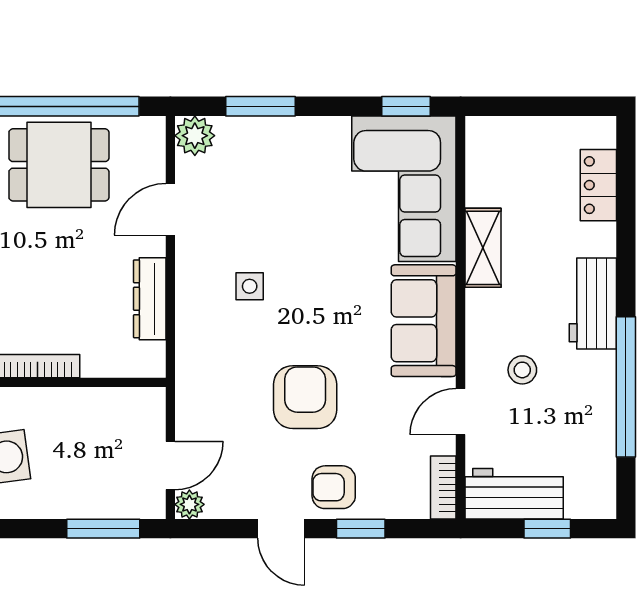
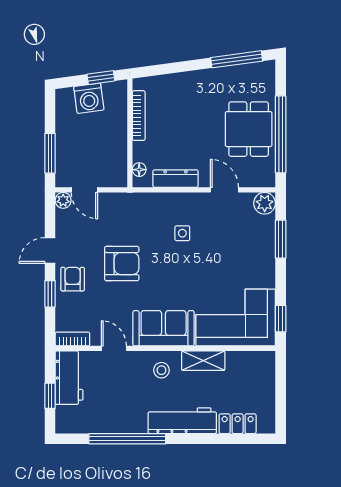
workbench: (593, 304) -> (182, 421), width x1.38
floor lamp: (133, 365) -> (139, 170), added
stool: (522, 370) -> (161, 370), moved

